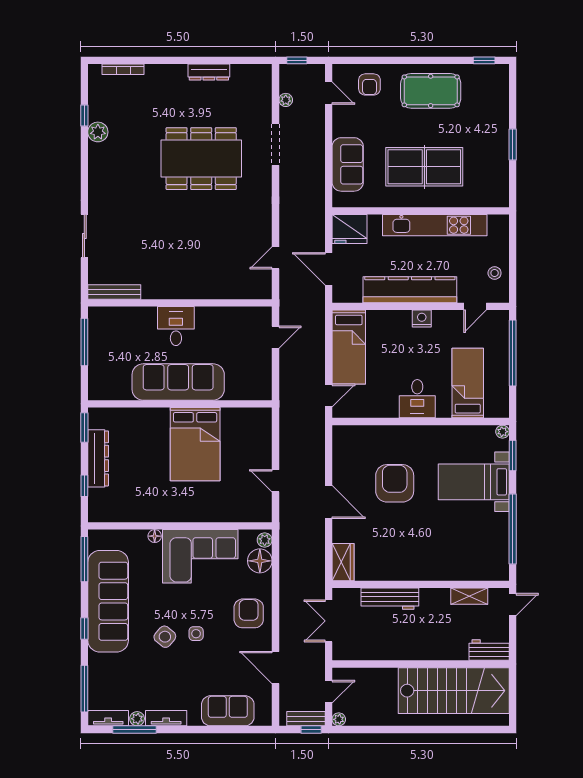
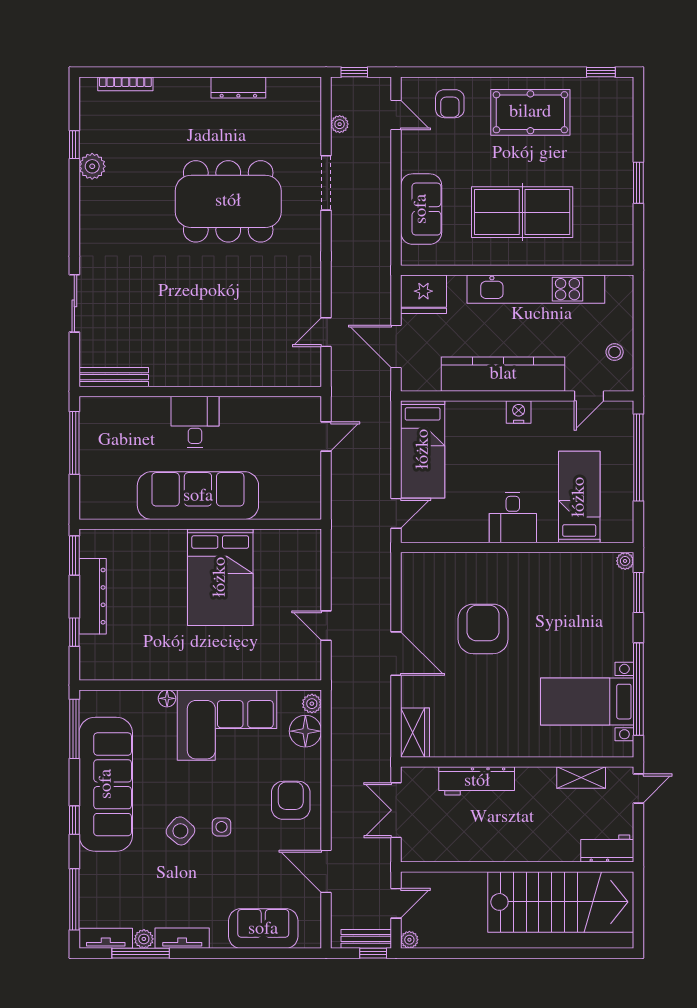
bed with nightstands: (474, 482) -> (587, 702), moved

